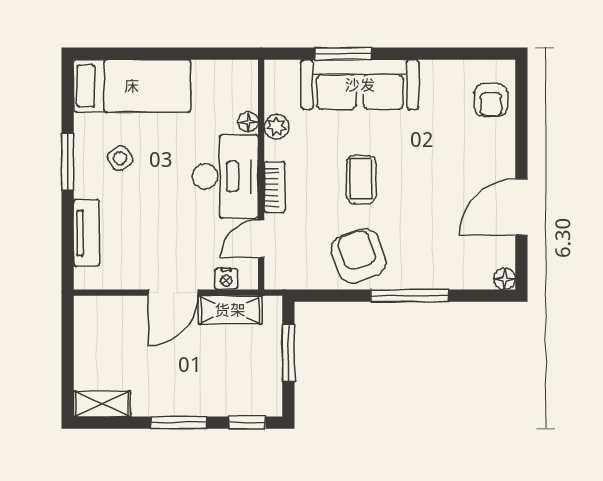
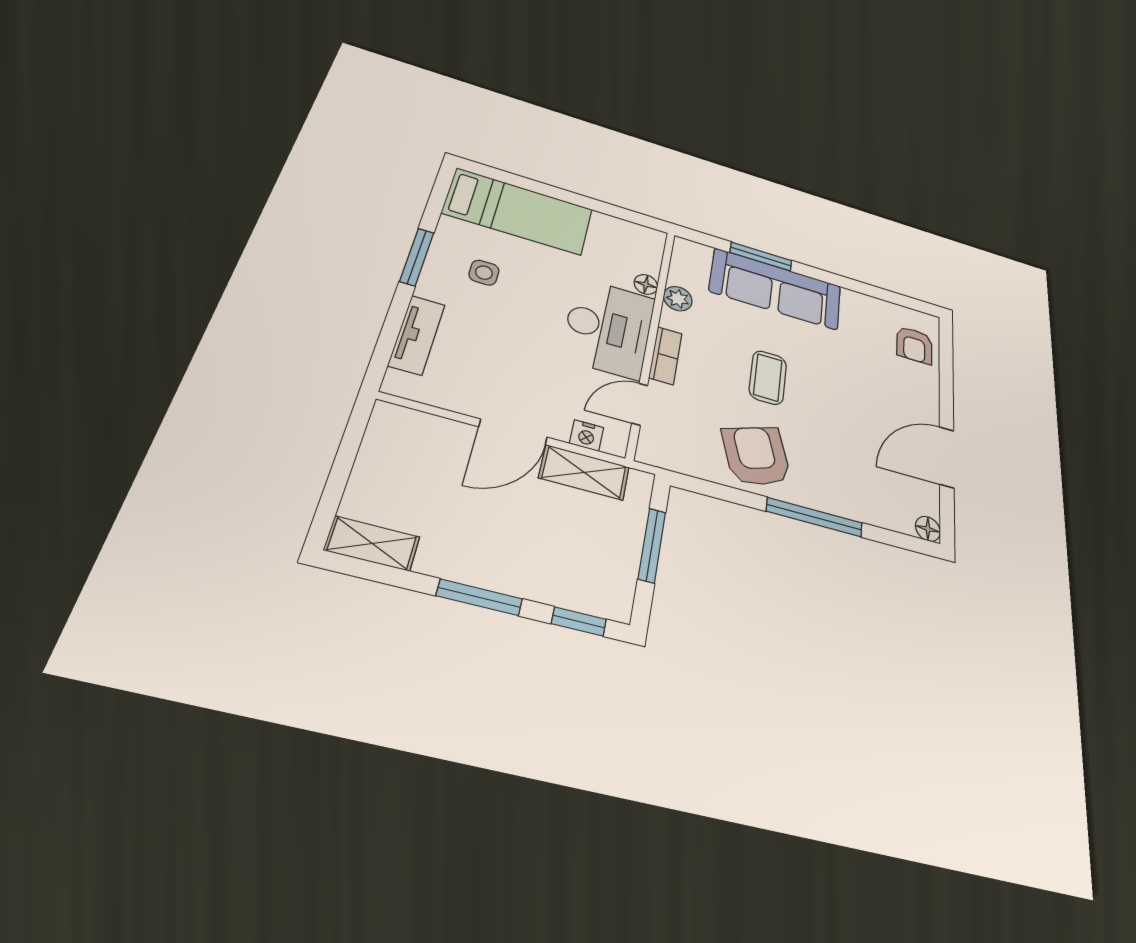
side table: (120, 158) -> (484, 273), turned 33

